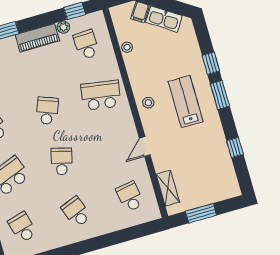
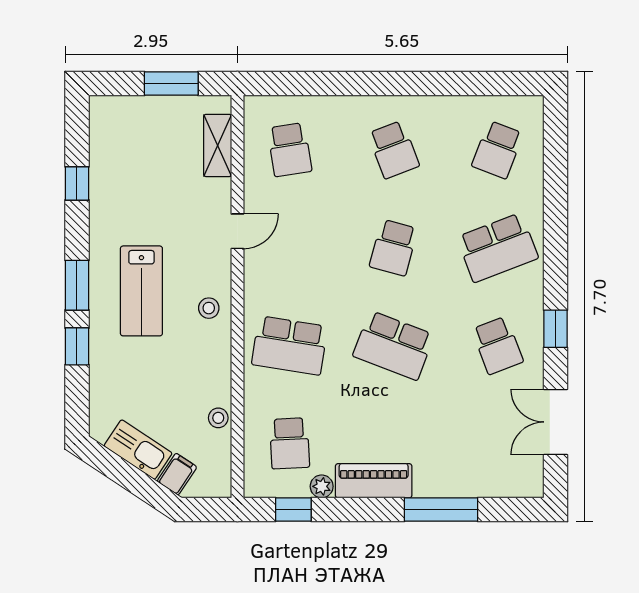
school desk: (47, 111) -> (394, 345), width x1.85
school desk: (22, 227) -> (497, 150), turned 36

